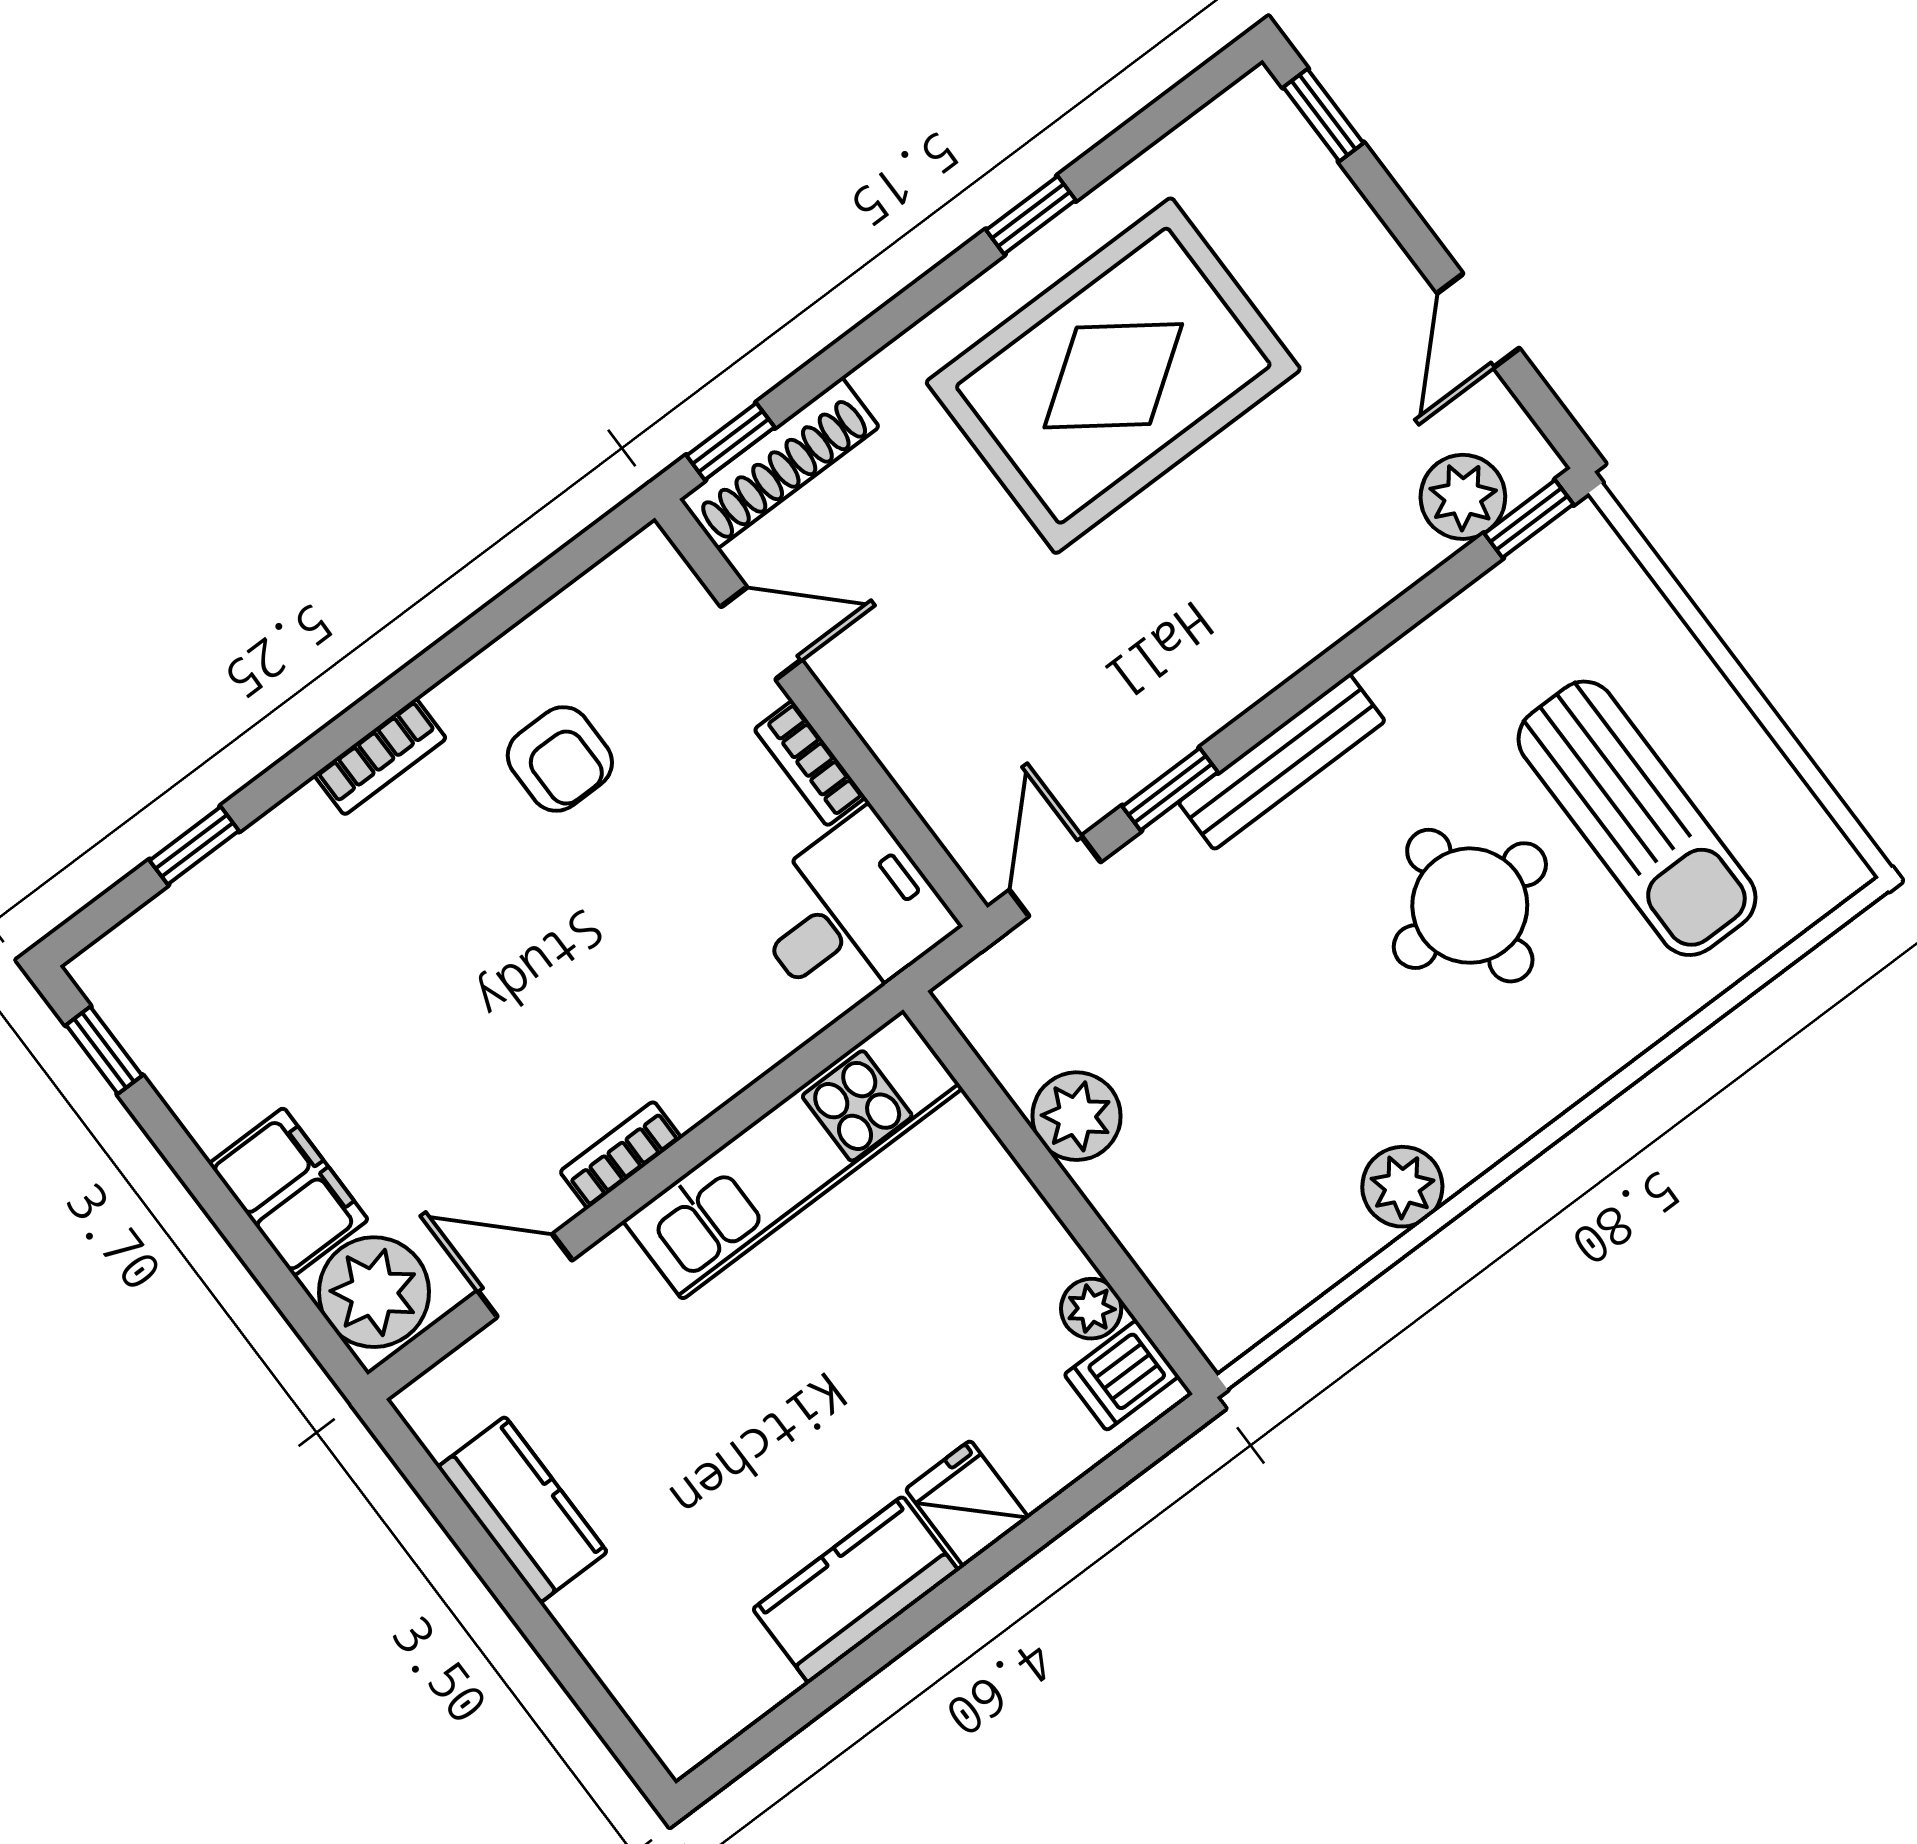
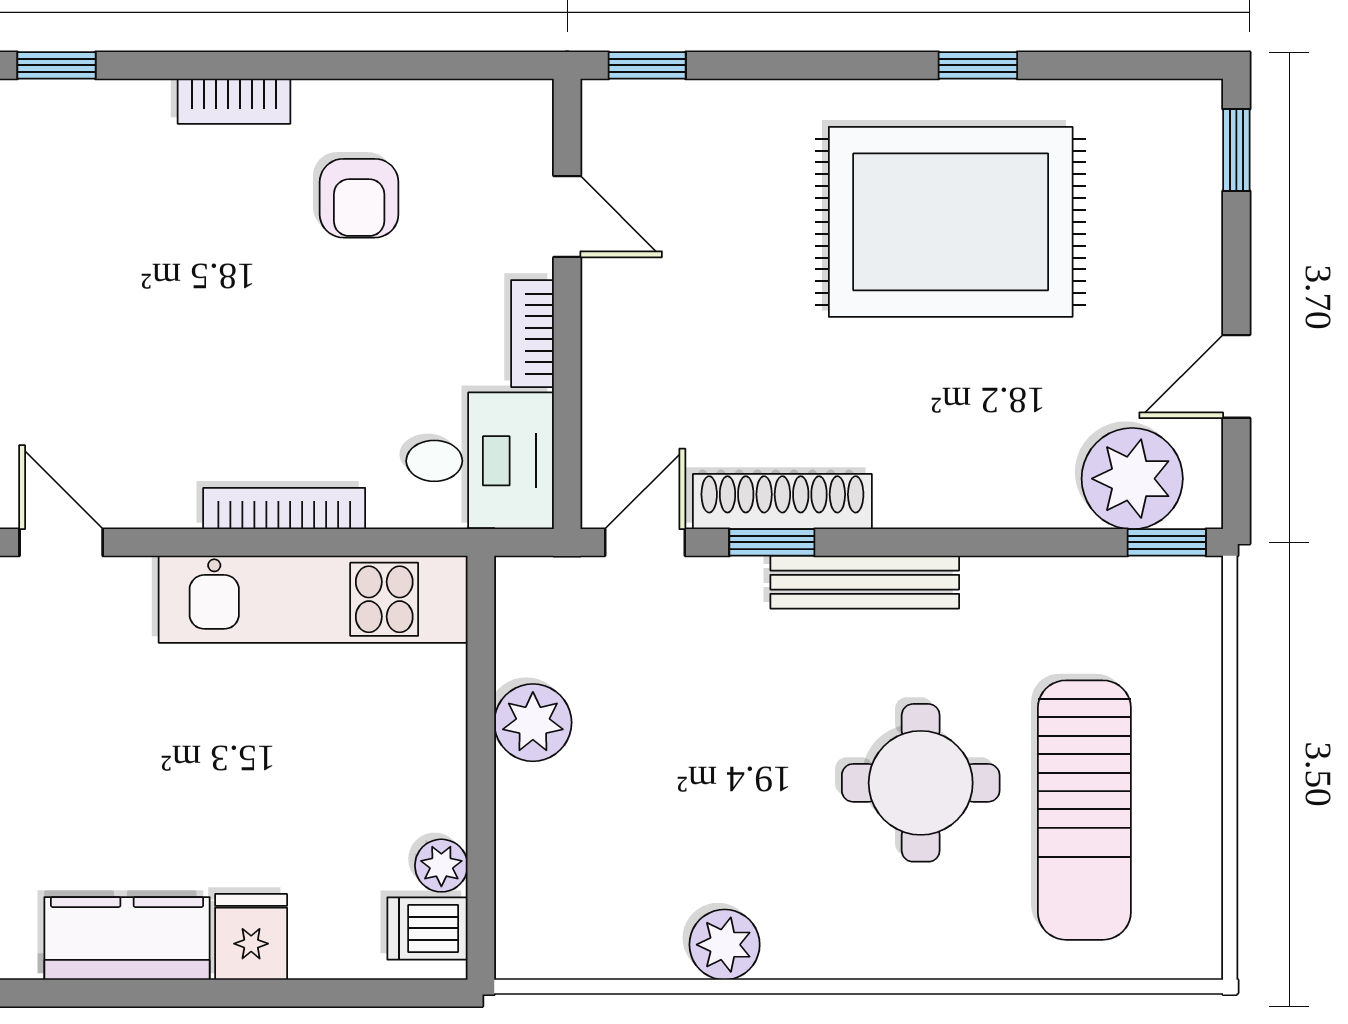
shoe rack: (779, 463) -> (782, 502), moved, turned 180
plant: (1463, 497) -> (1132, 479), width x1.36, depth x1.36
bookcase: (621, 1155) -> (284, 509), moved, width x1.56

